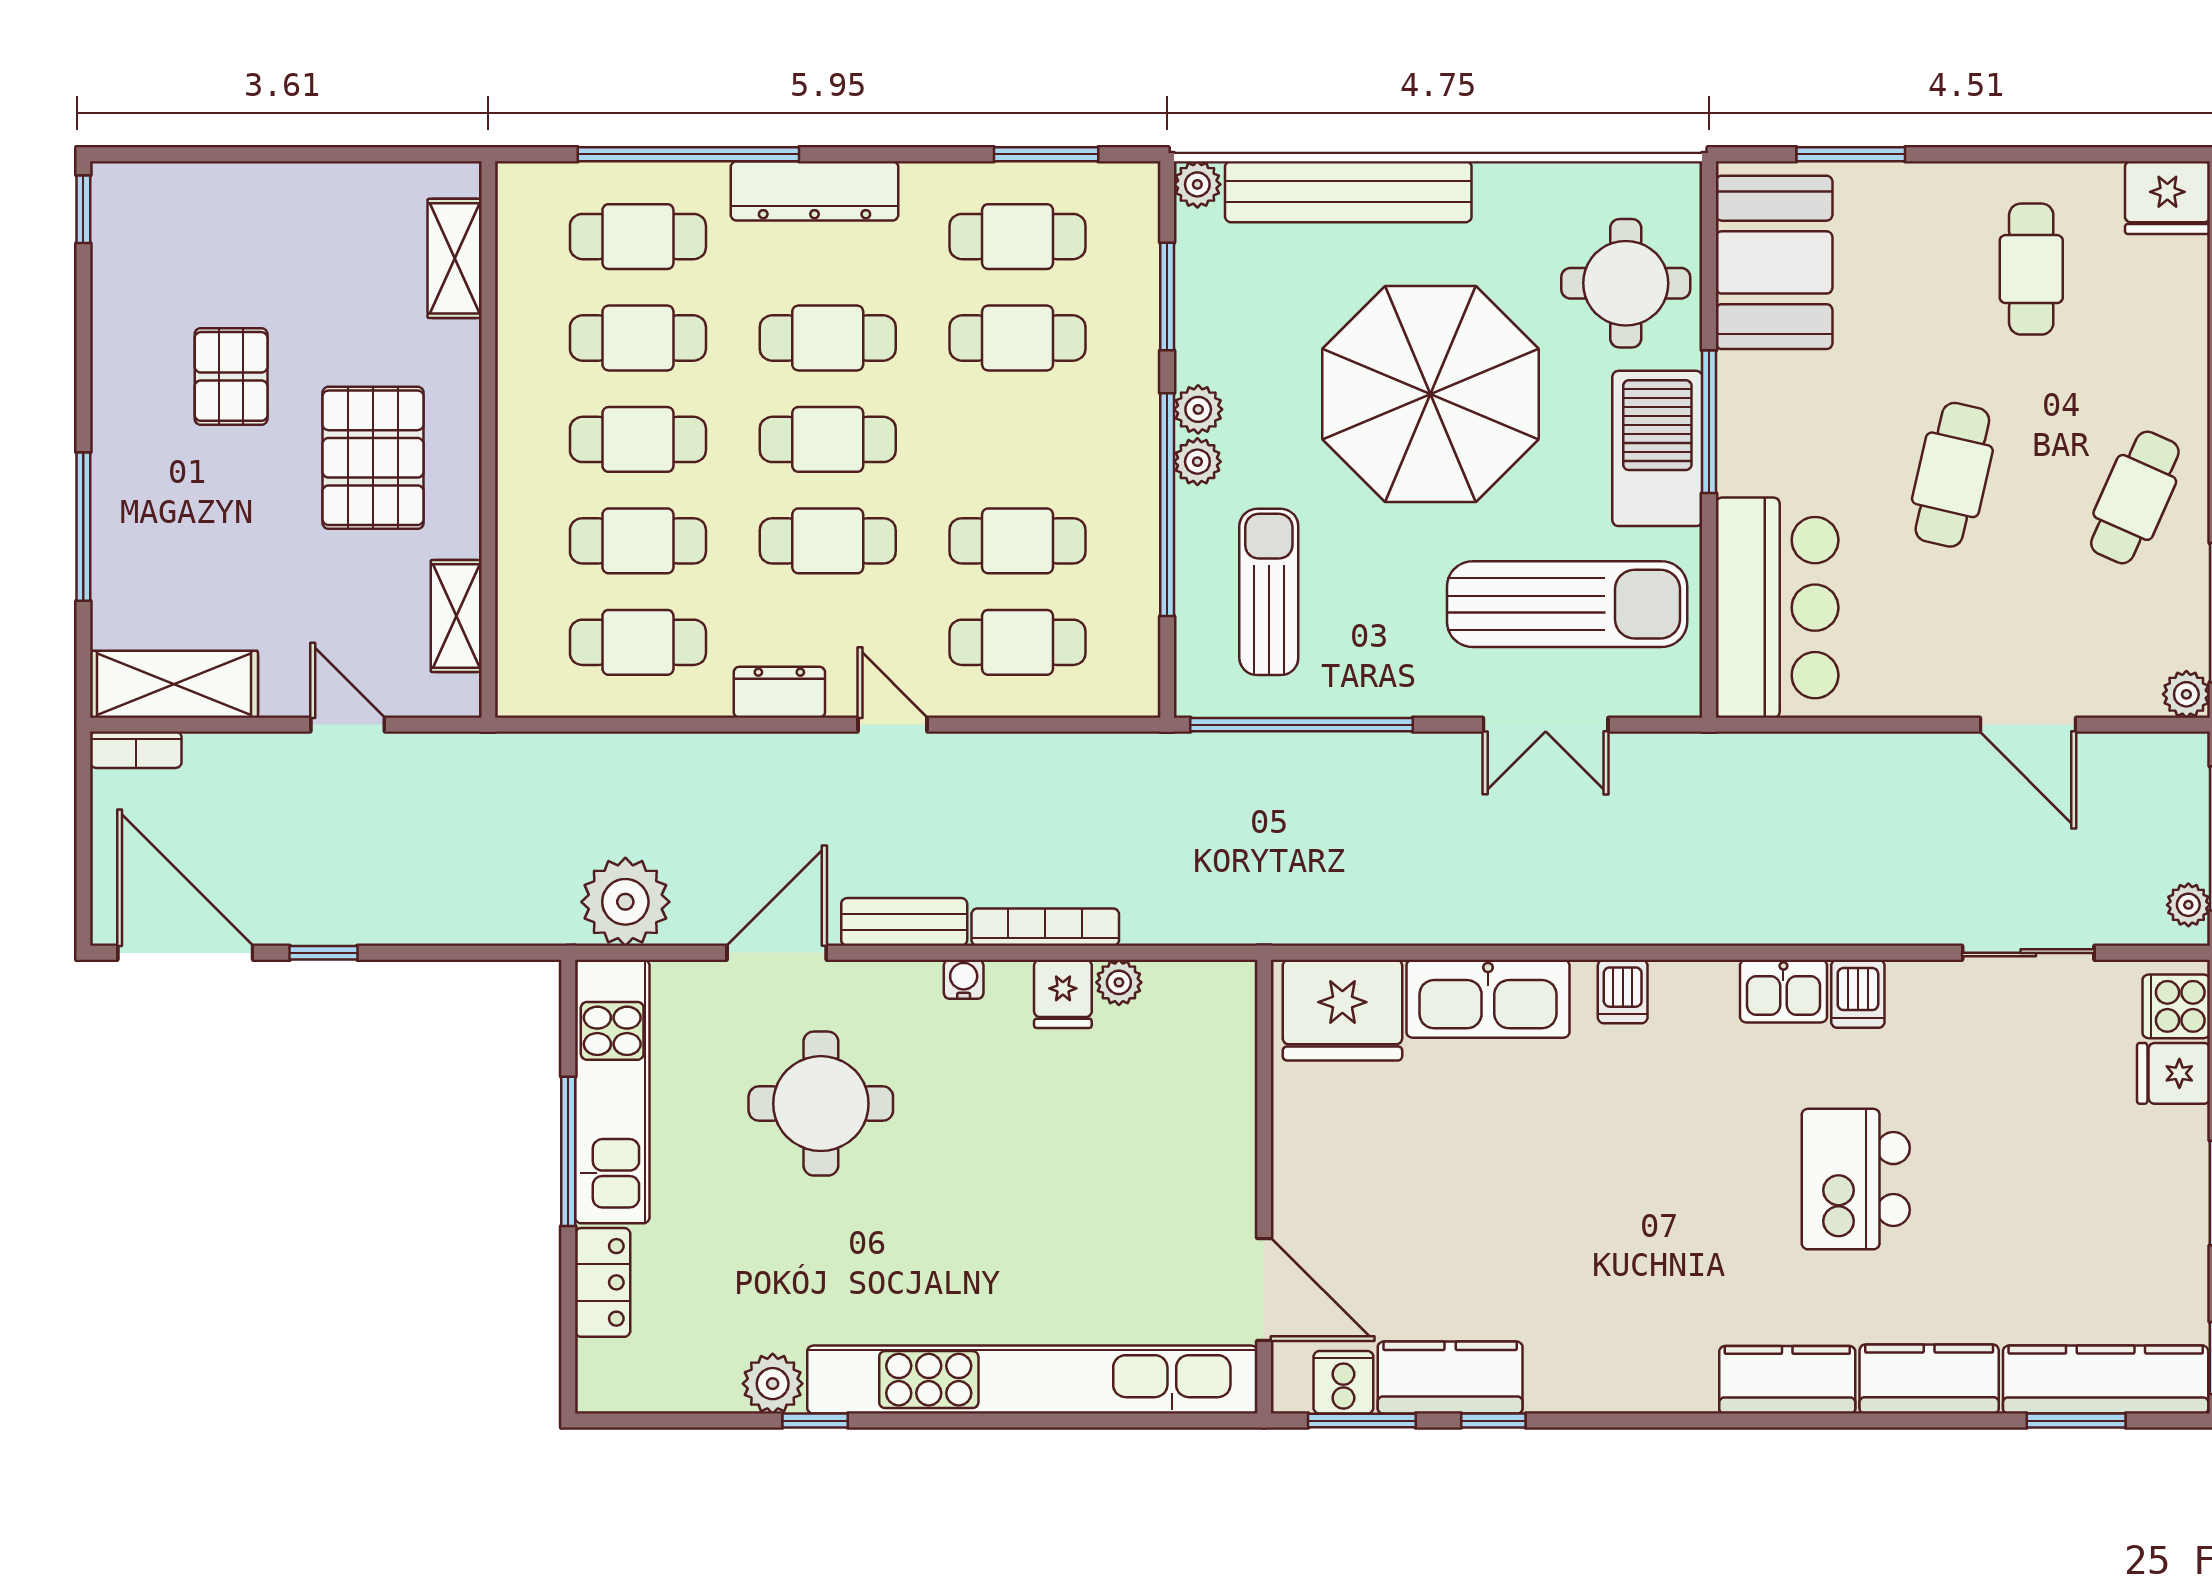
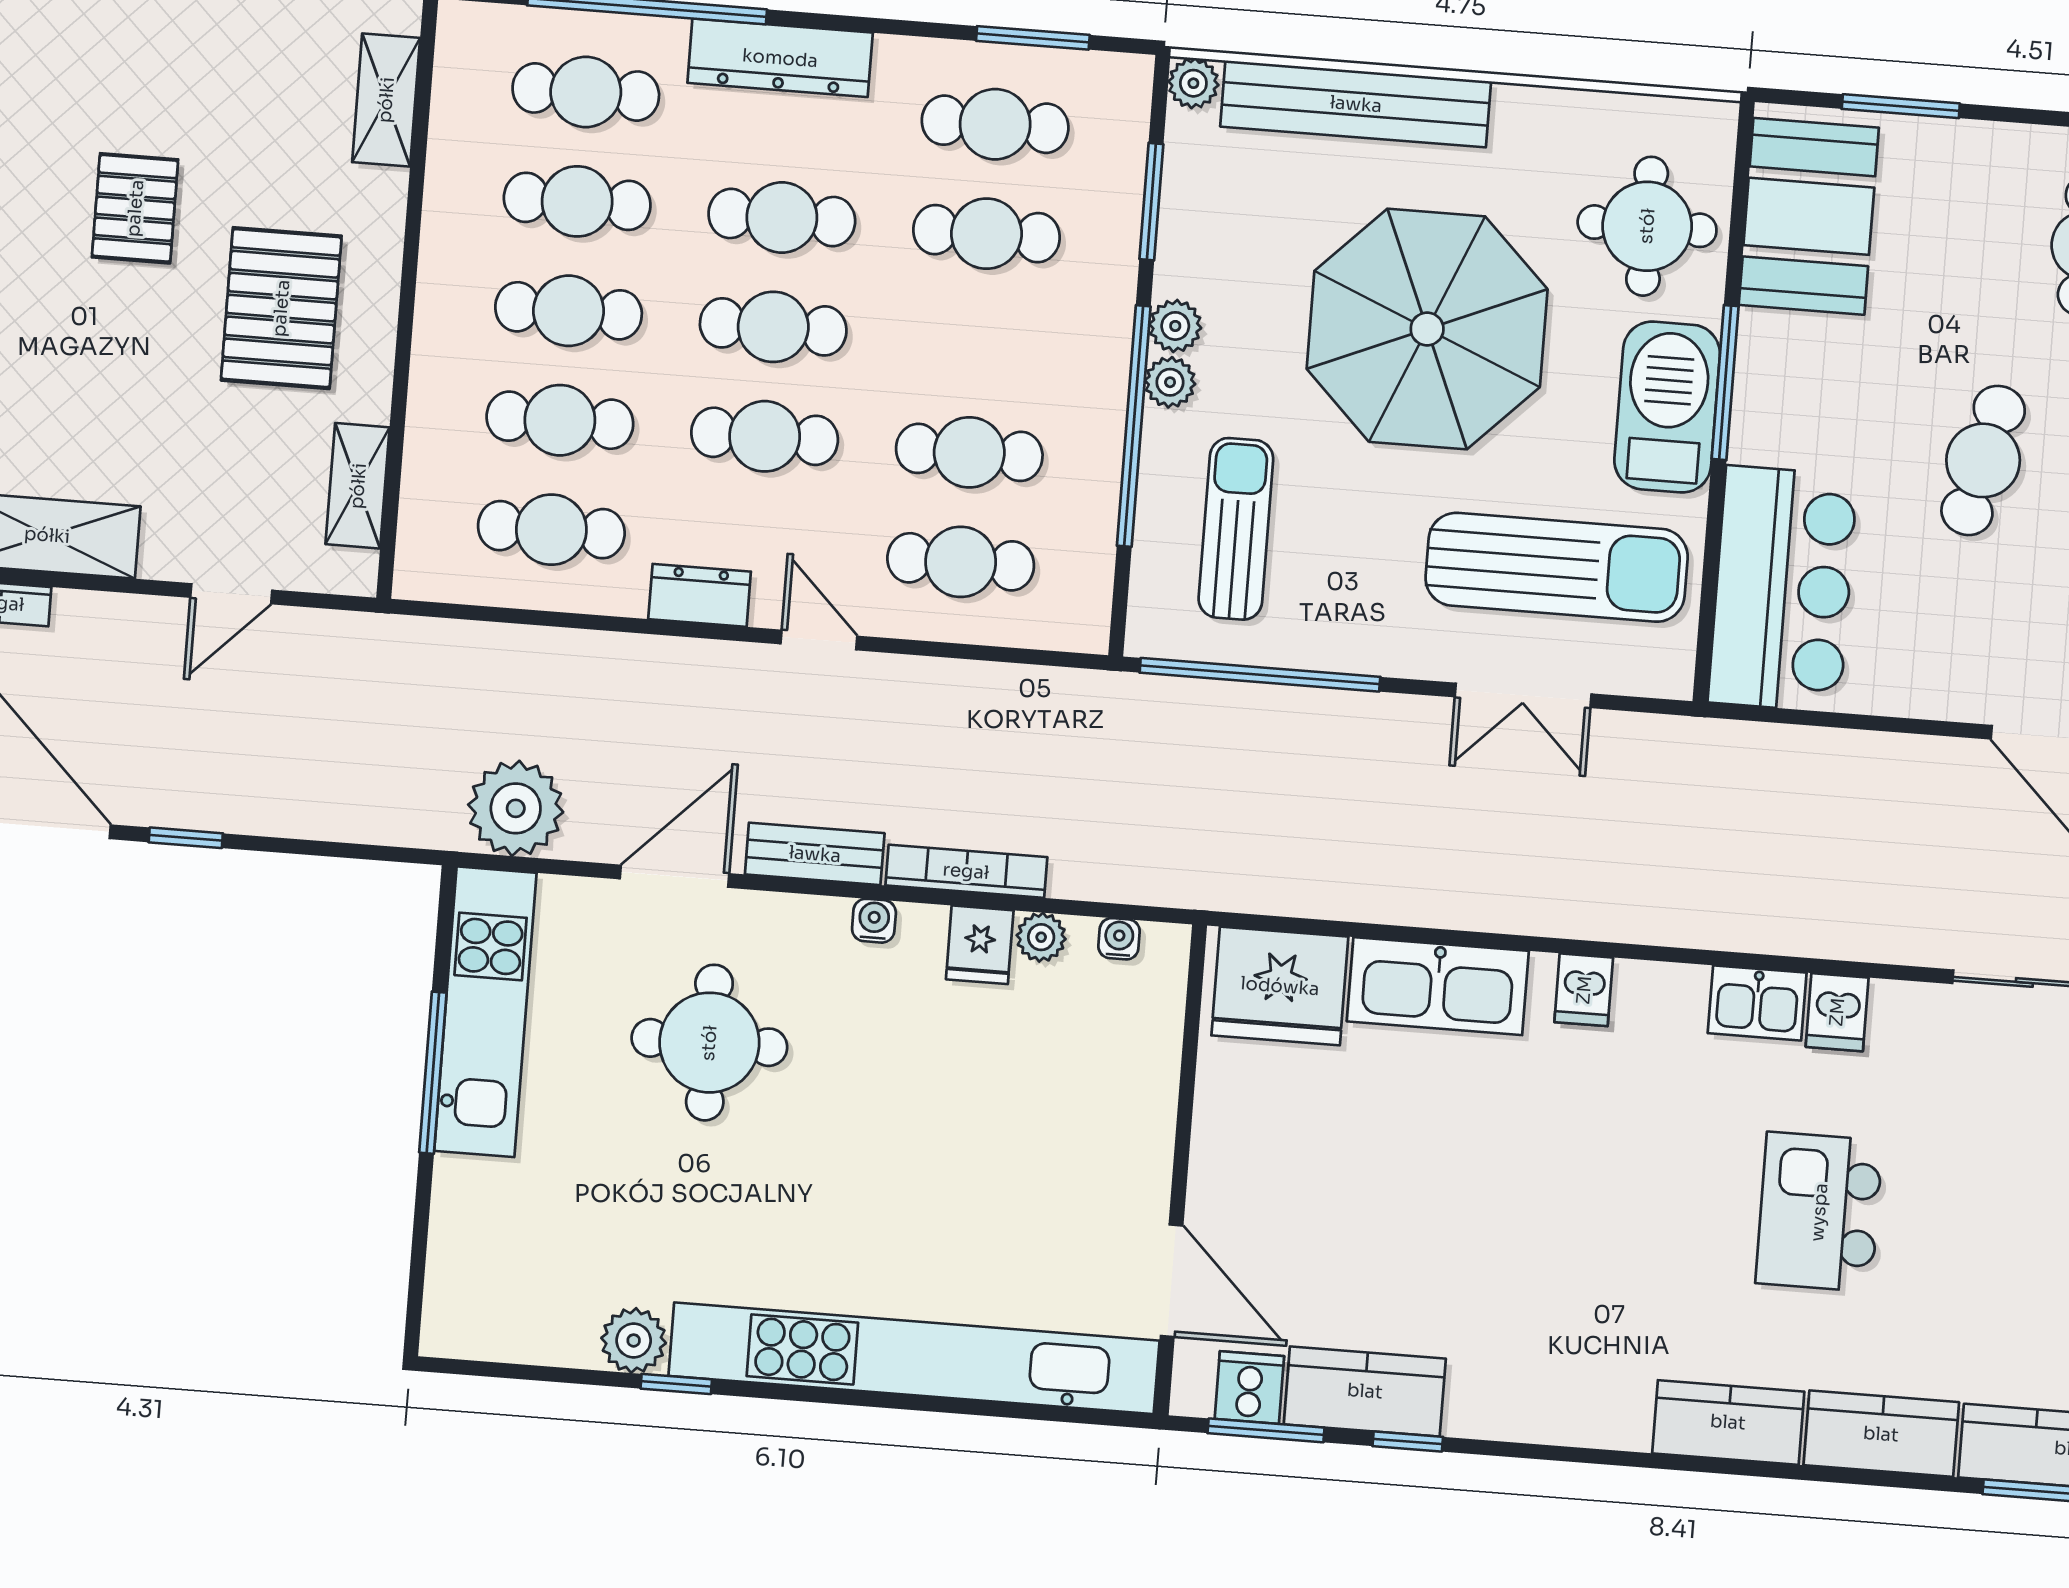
door: (348, 725) -> (231, 594), swing flipped
water cooler: (1191, 978) -> (1119, 939), added
locker: (603, 1282) -> (459, 1217), removed

